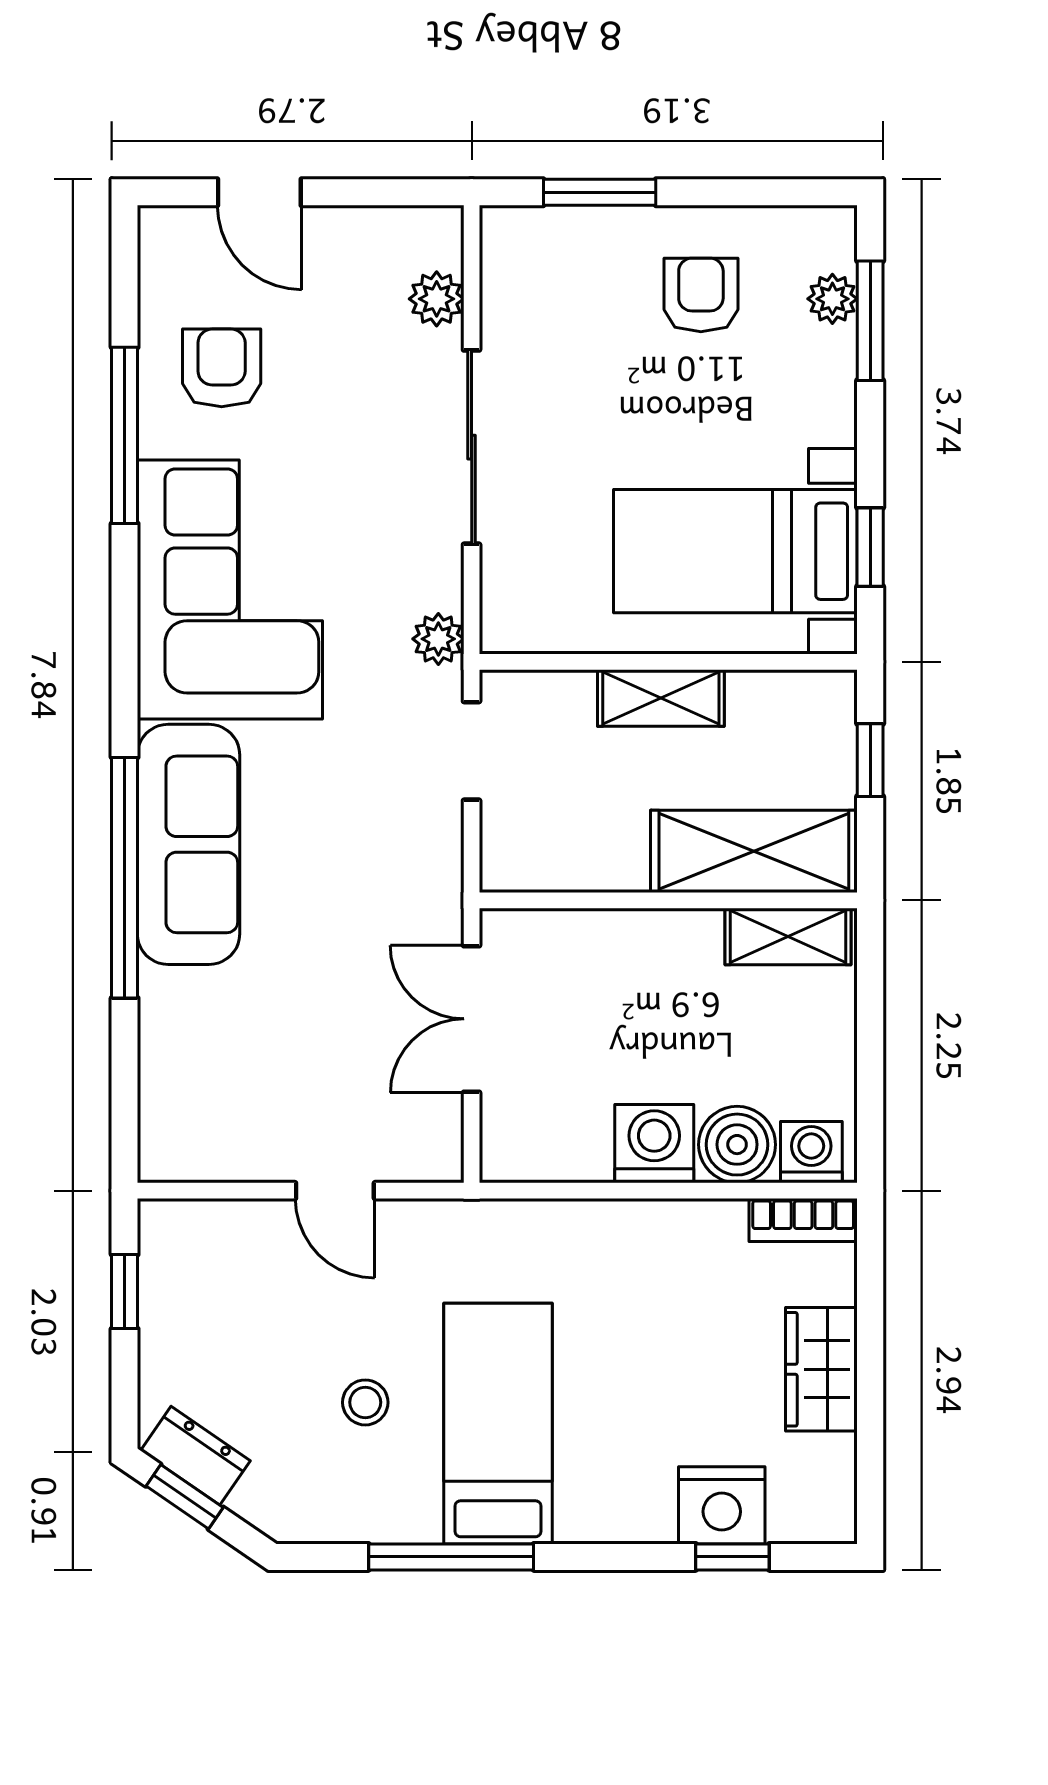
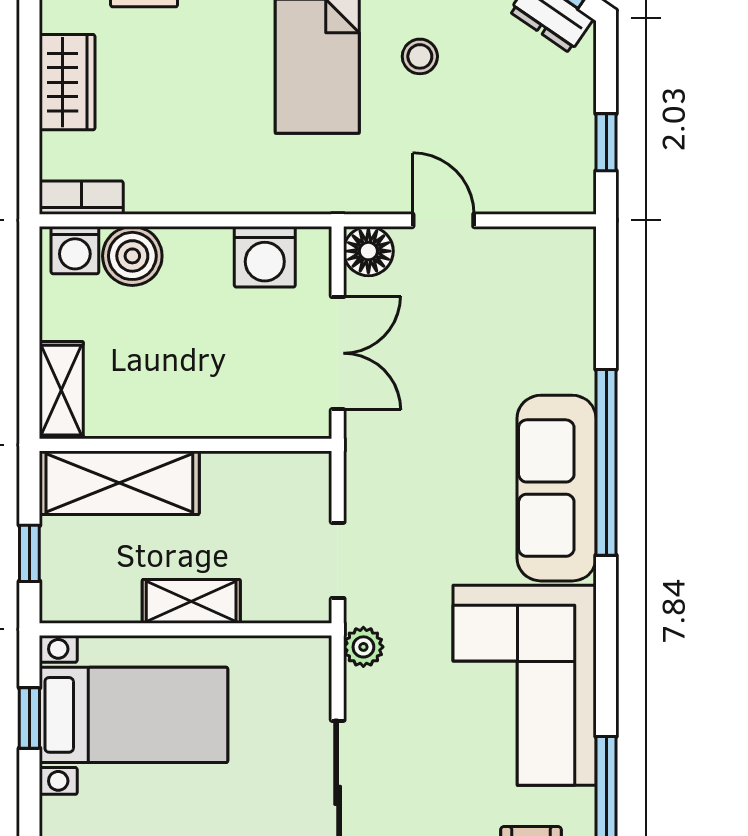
shelving: (788, 936) -> (61, 390), moved, turned 90
washing machine: (654, 1144) -> (265, 257), moved
floor lamp: (432, 1151) -> (368, 251), added

